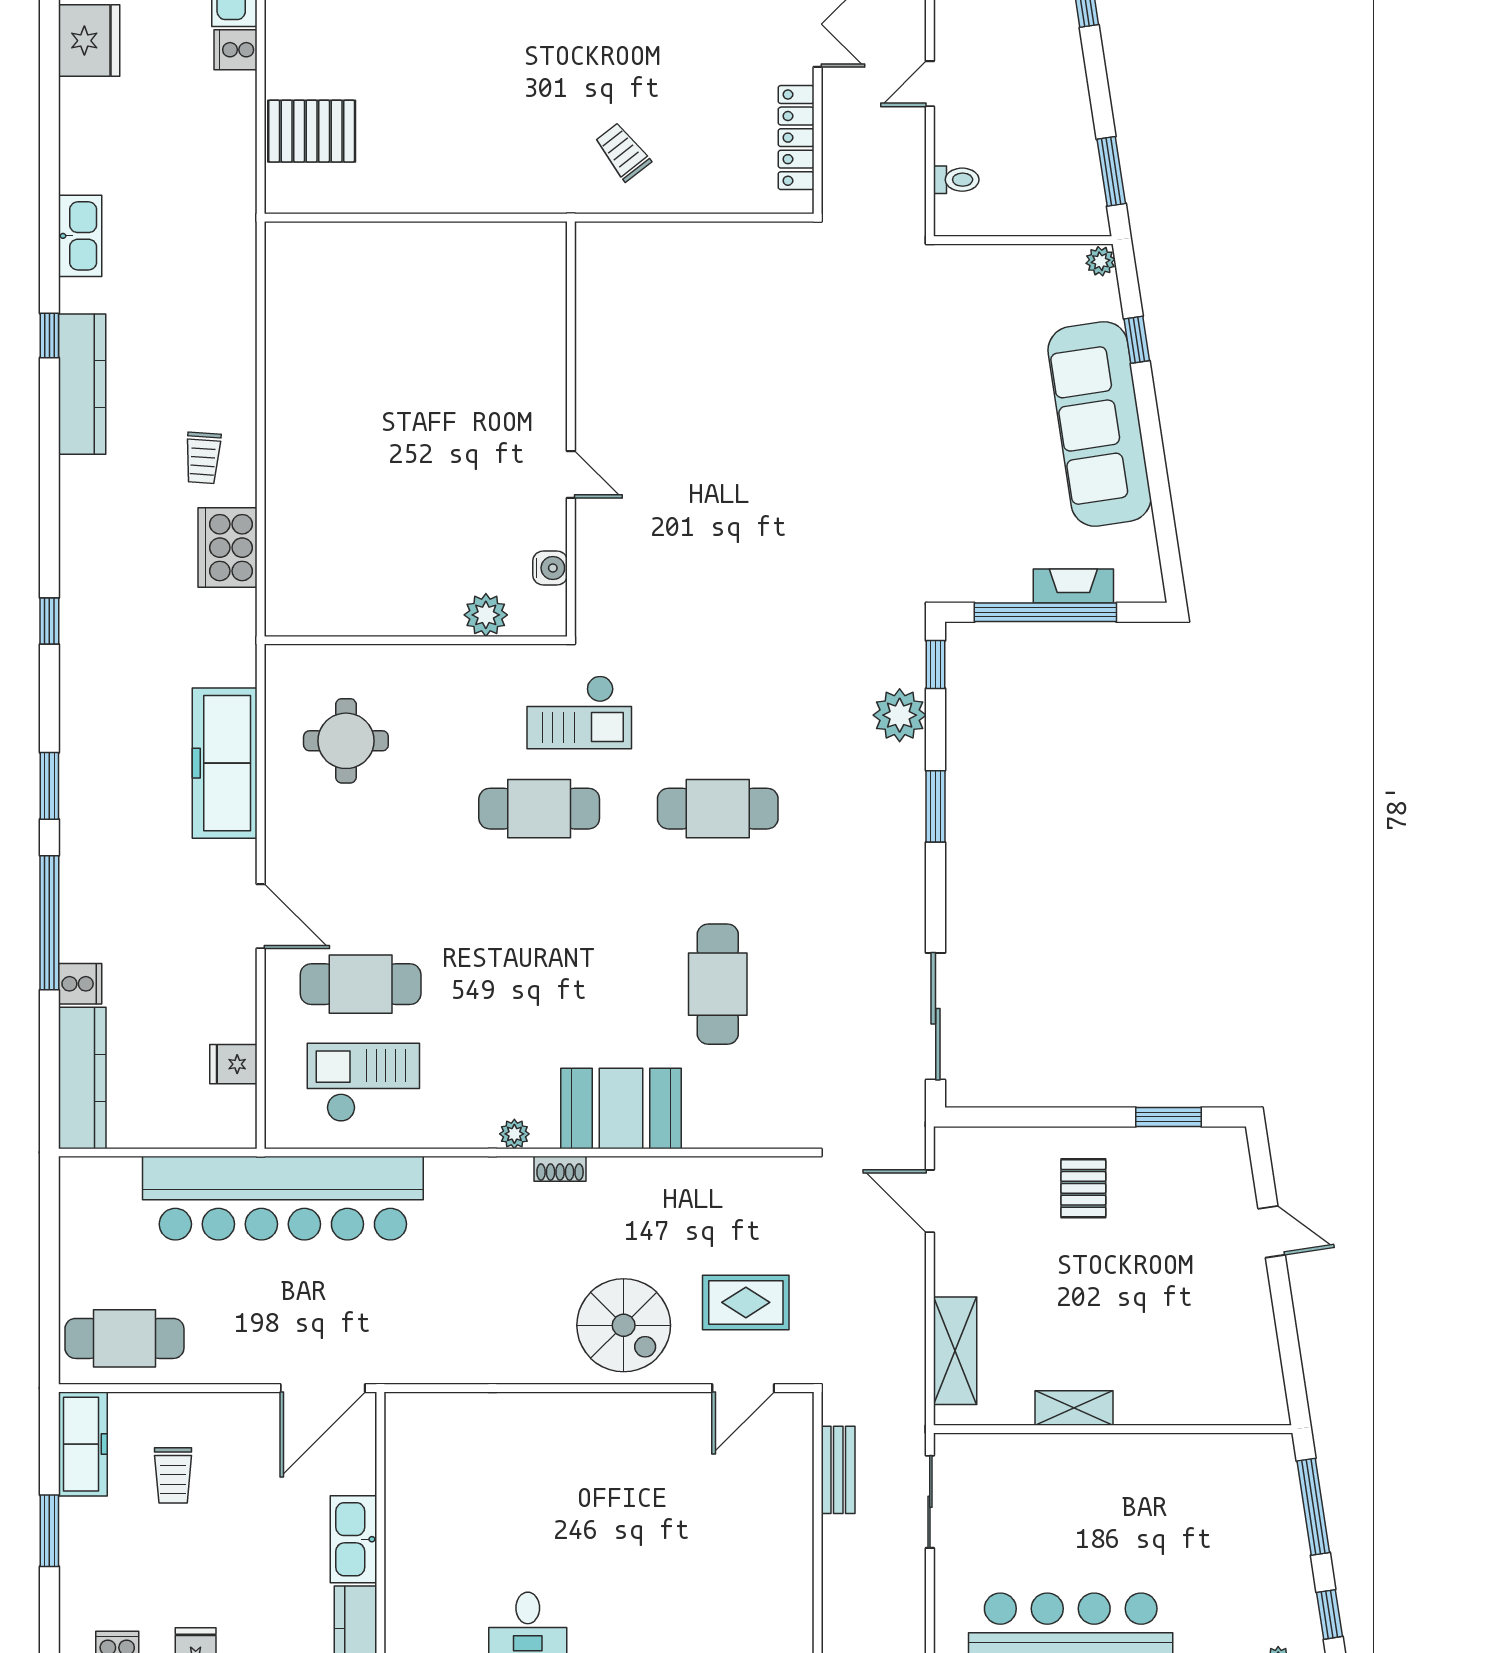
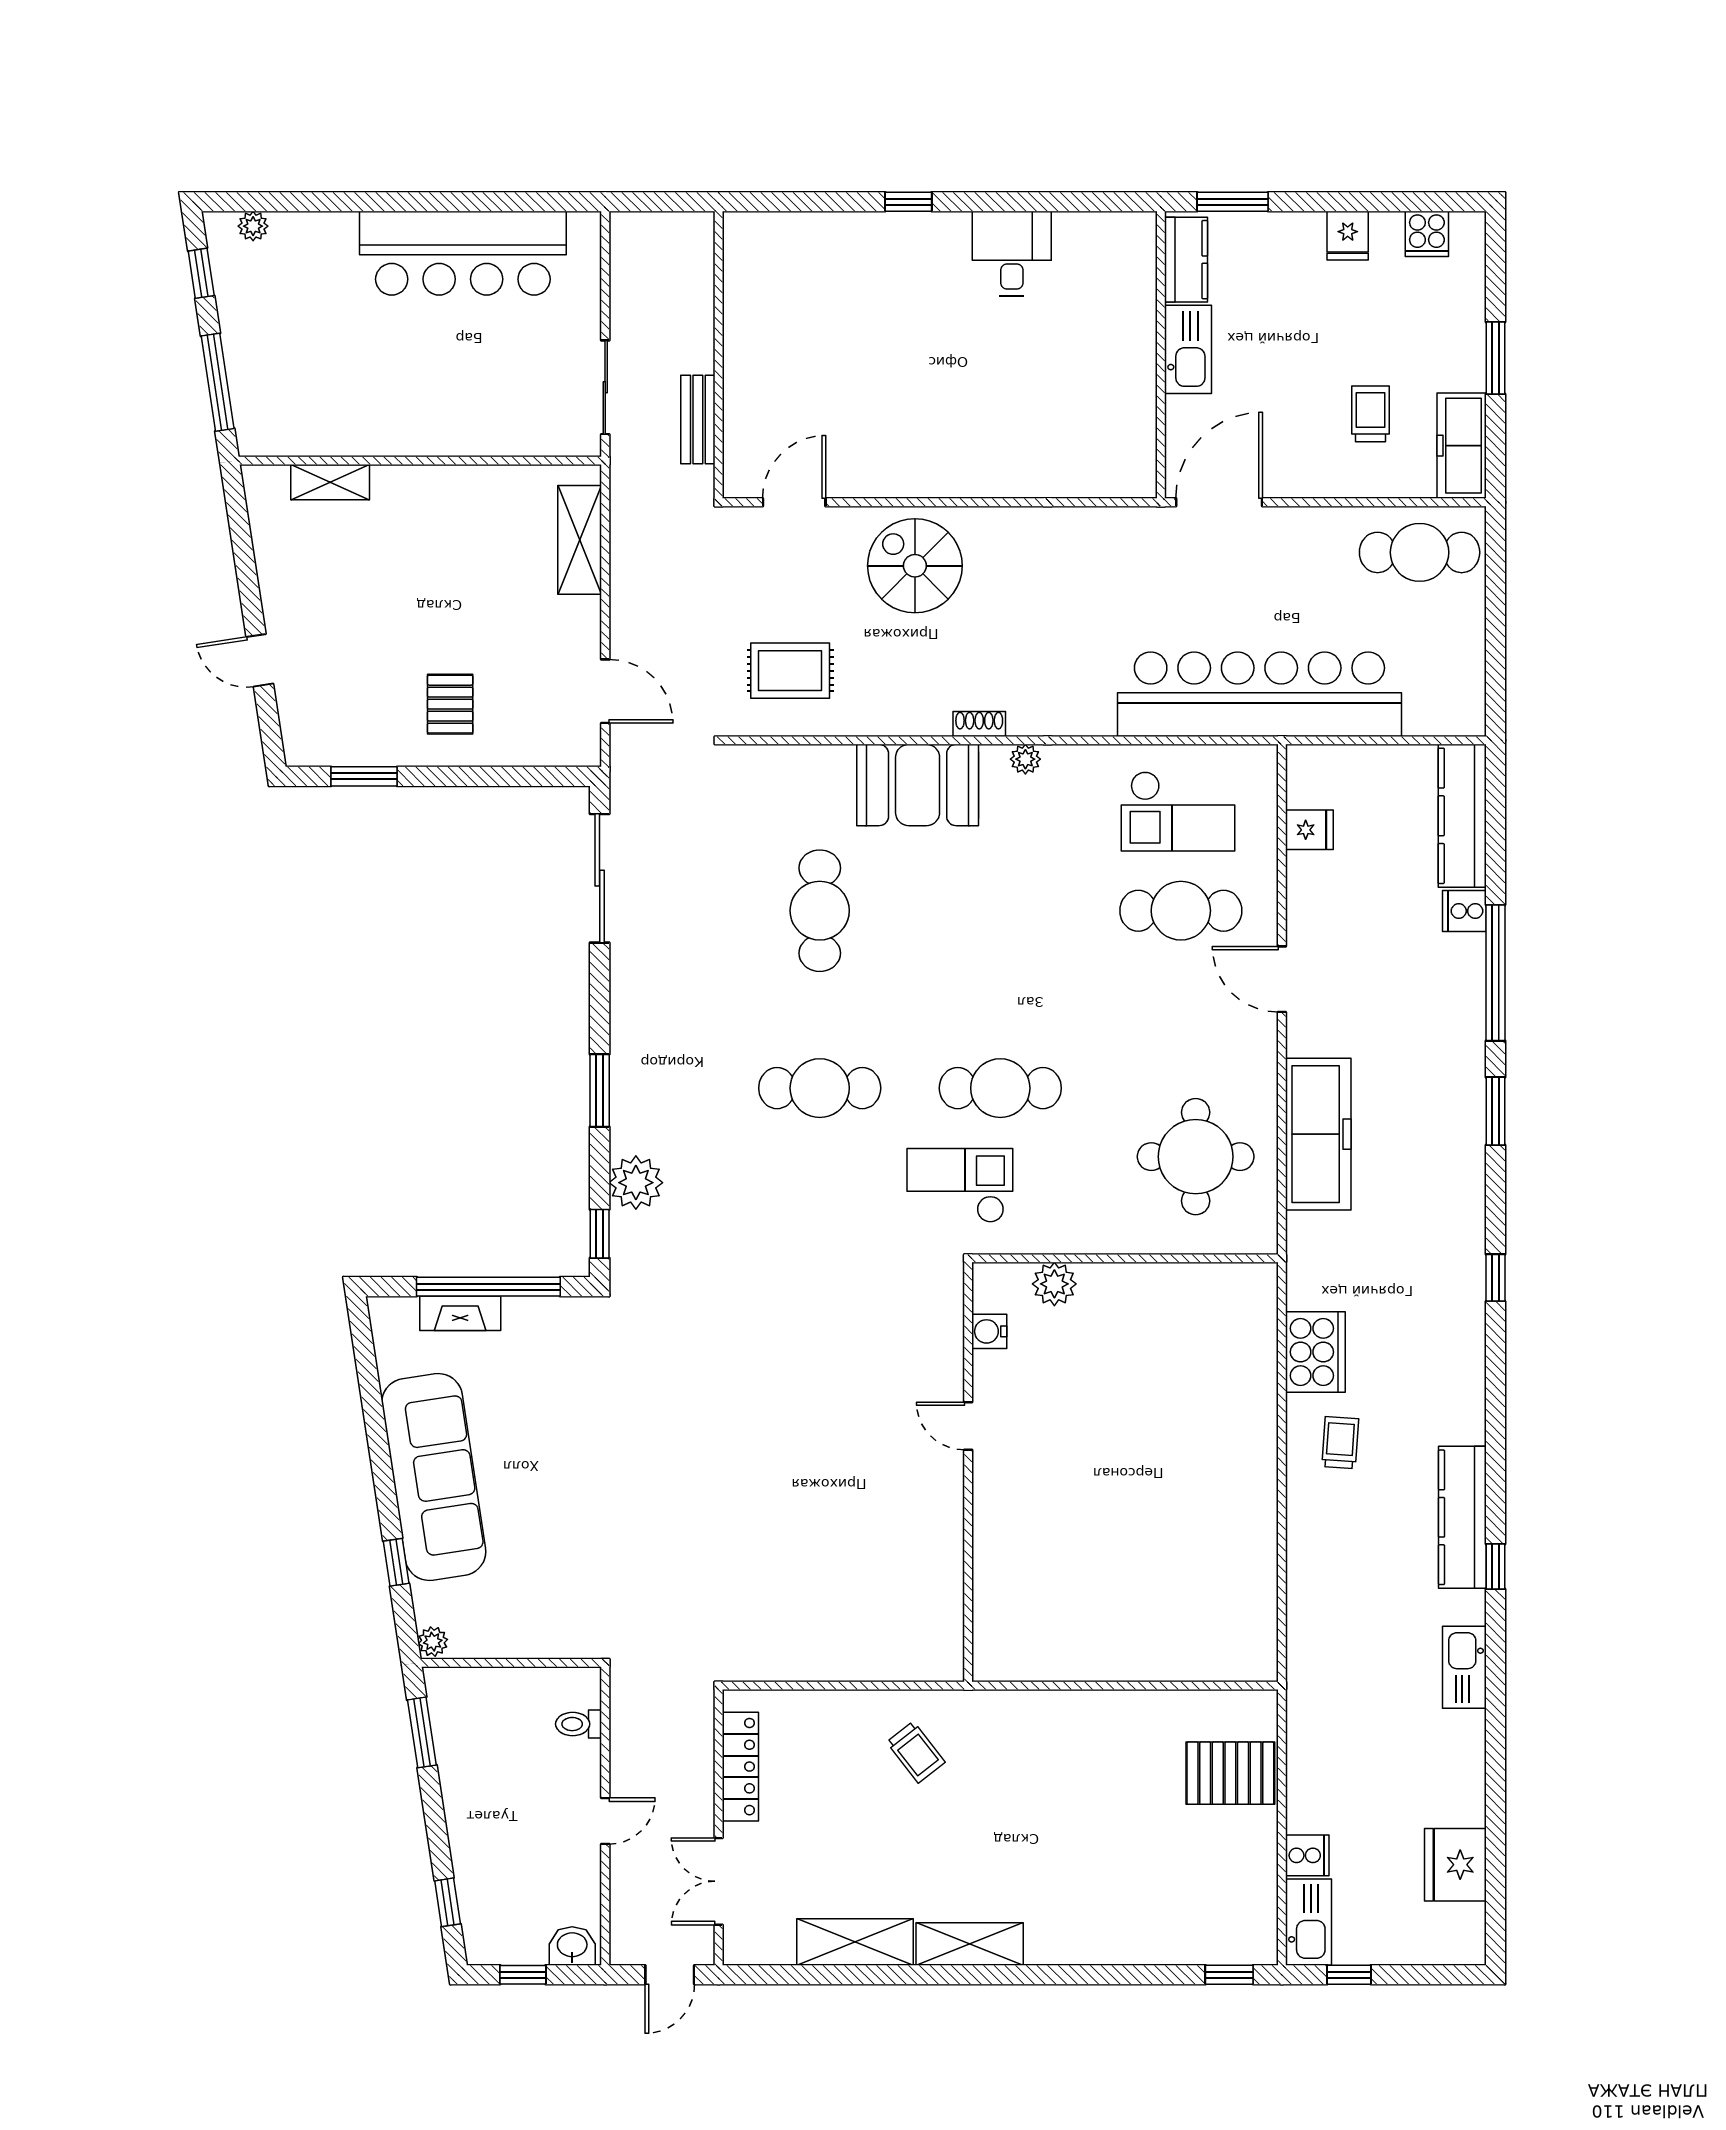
round table: (346, 741) -> (1196, 1157), width x1.36, depth x1.36
rug: (746, 1302) -> (790, 671), moved
shelving: (1074, 1408) -> (330, 482), moved

